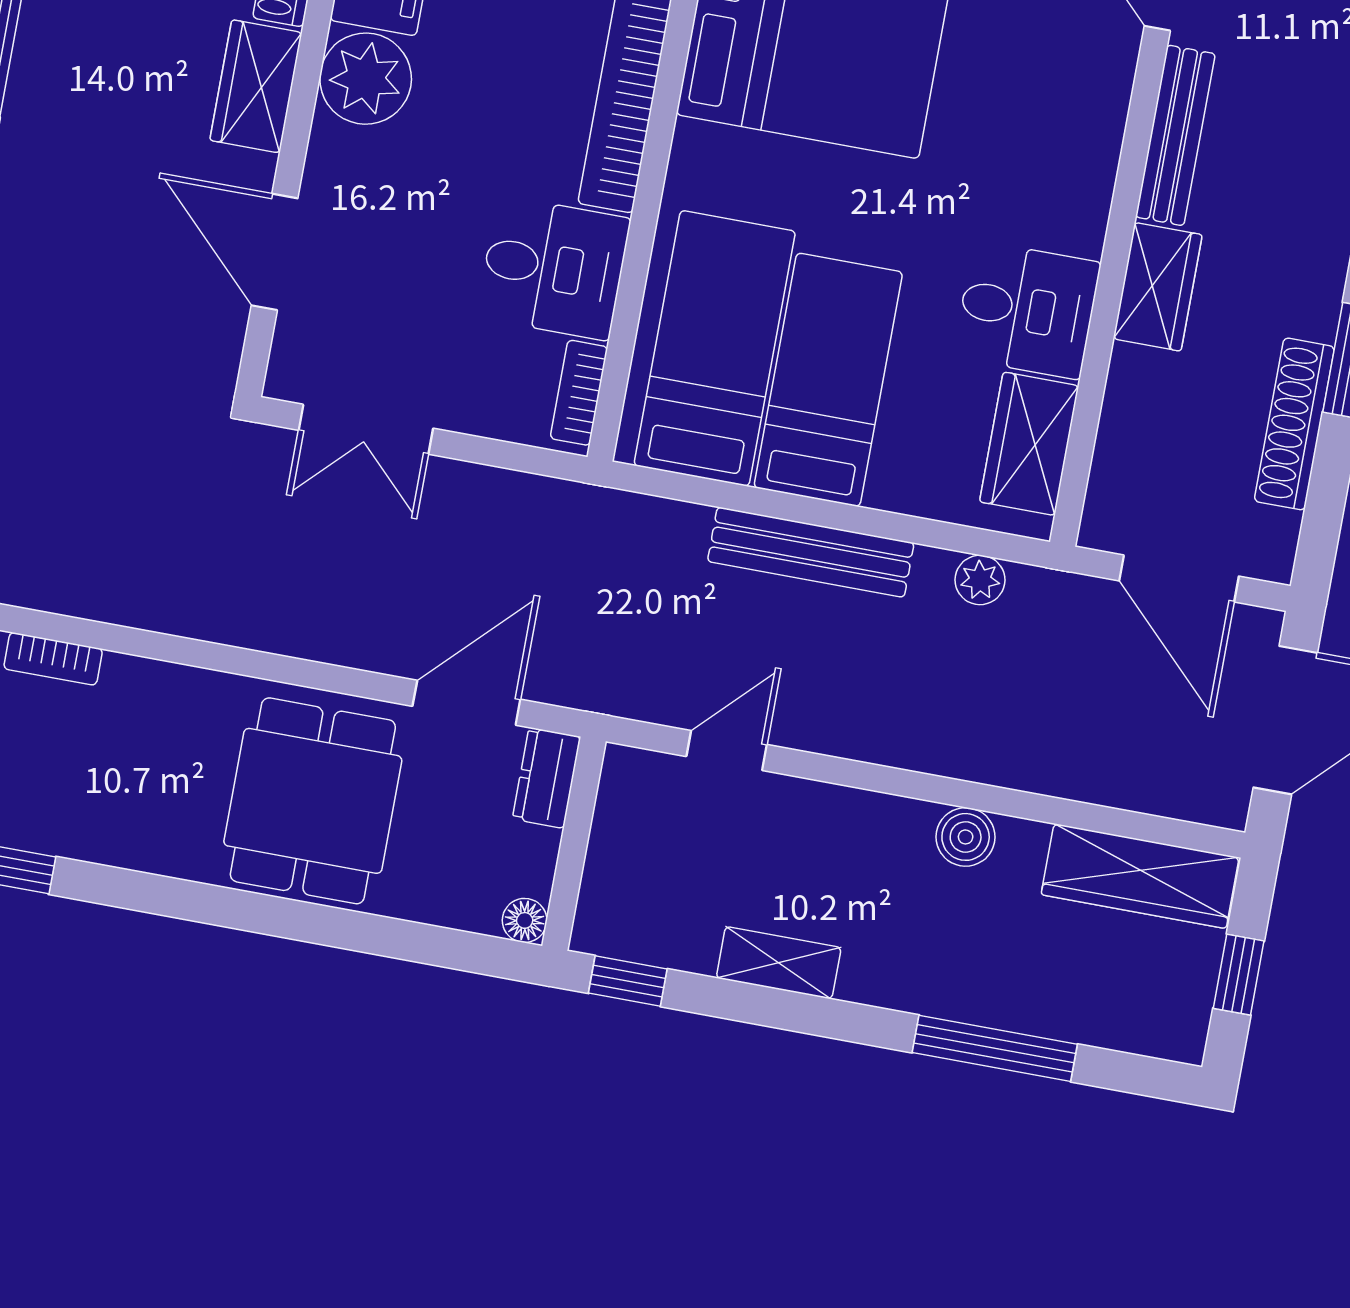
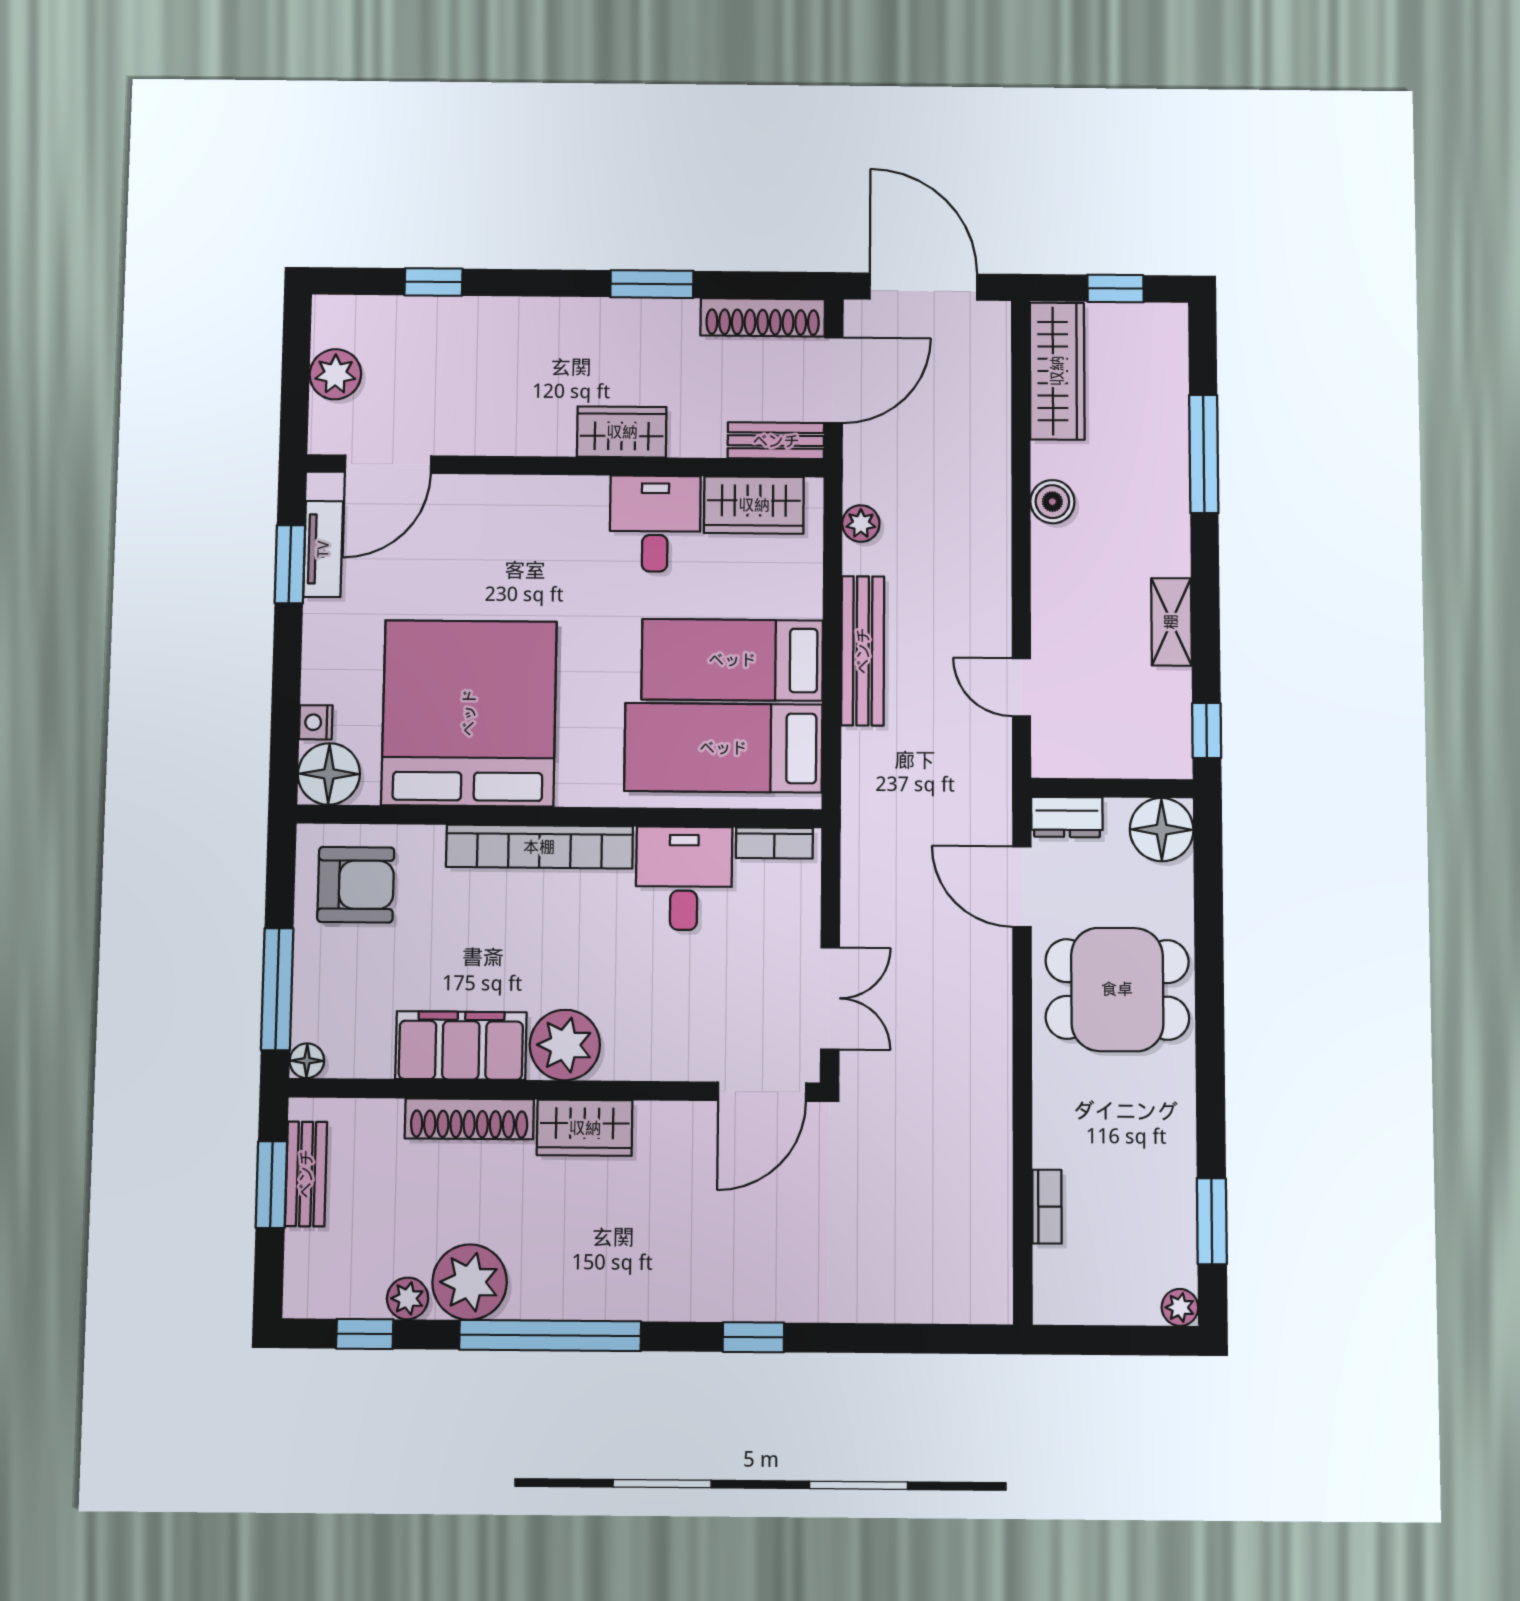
bench: (1175, 135) -> (776, 441), moved, width x0.73
door: (275, 252) -> (762, 1092), moved
shoe rack: (1294, 424) -> (763, 317), moved
floor lamp: (525, 920) -> (1162, 830), width x1.89, depth x1.89

